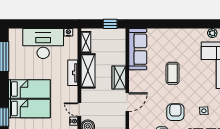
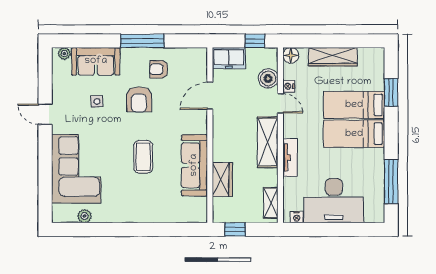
sofa: (138, 49) -> (194, 165), moved
shelving: (88, 71) -> (268, 142), moved
wardrobe: (119, 77) -> (222, 179), moved
door: (127, 102) -> (210, 96), moved

